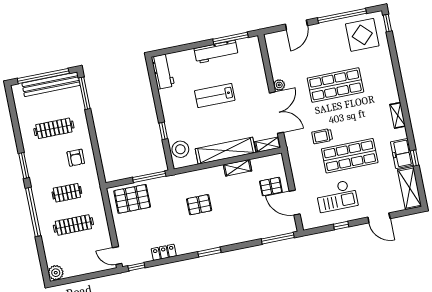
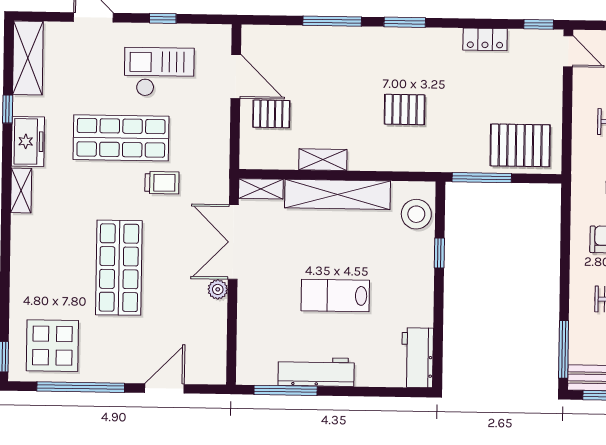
shop shelf: (335, 85) -> (119, 268), turned 90
lab bench: (215, 96) -> (335, 296), turned 180
freezer: (402, 154) -> (28, 141), moved
window: (278, 238) -> (332, 21), moved

